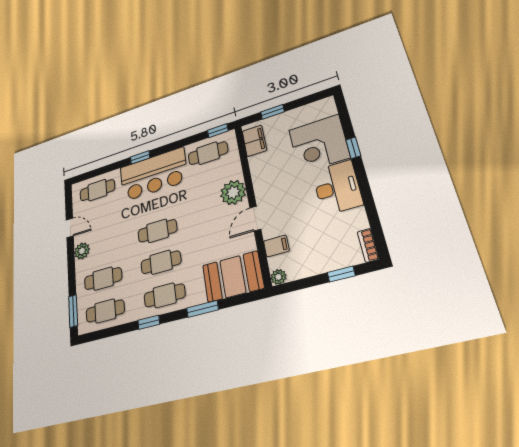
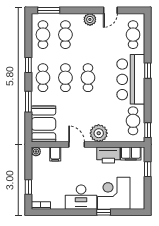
printer: (262, 169) -> (108, 155), added

